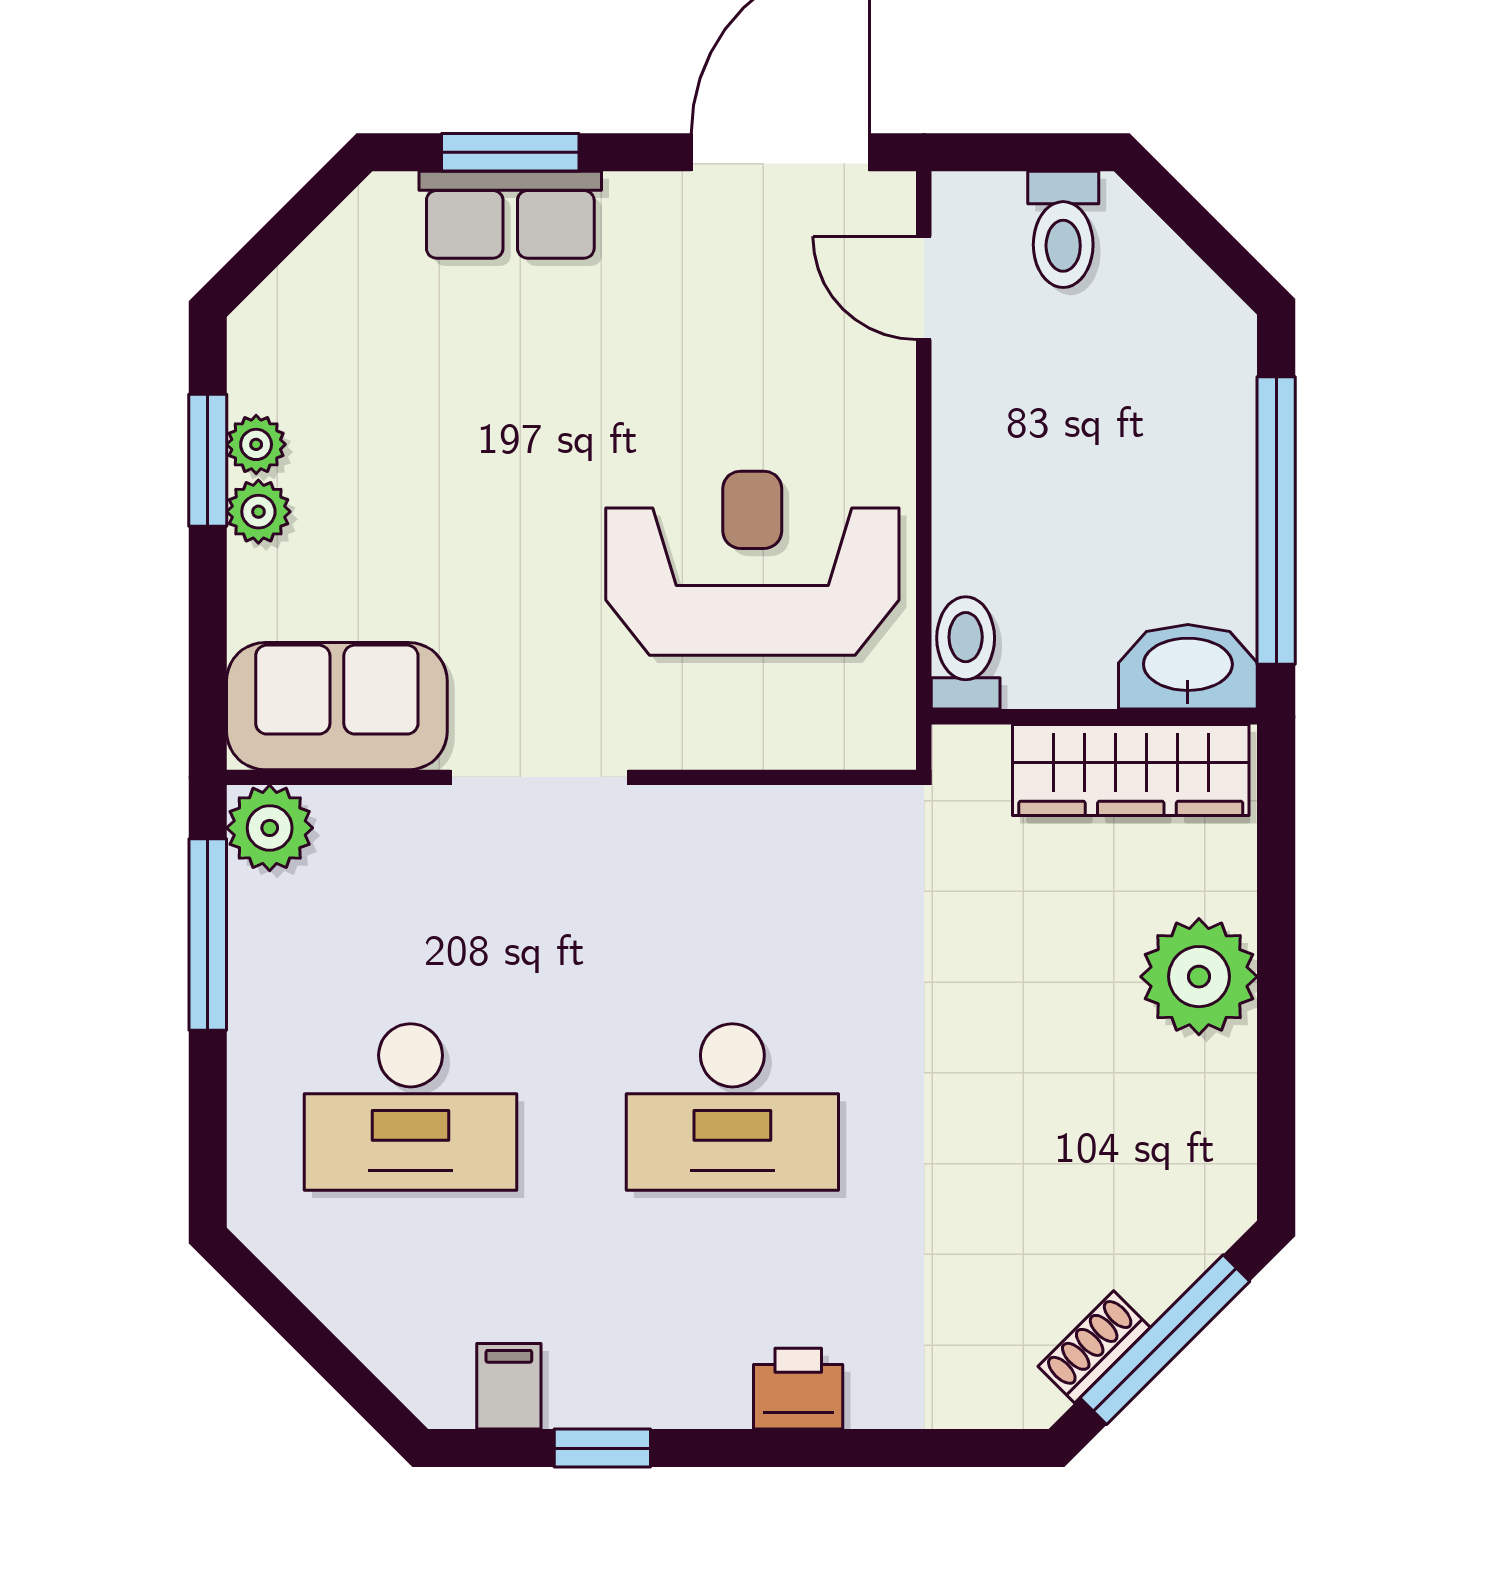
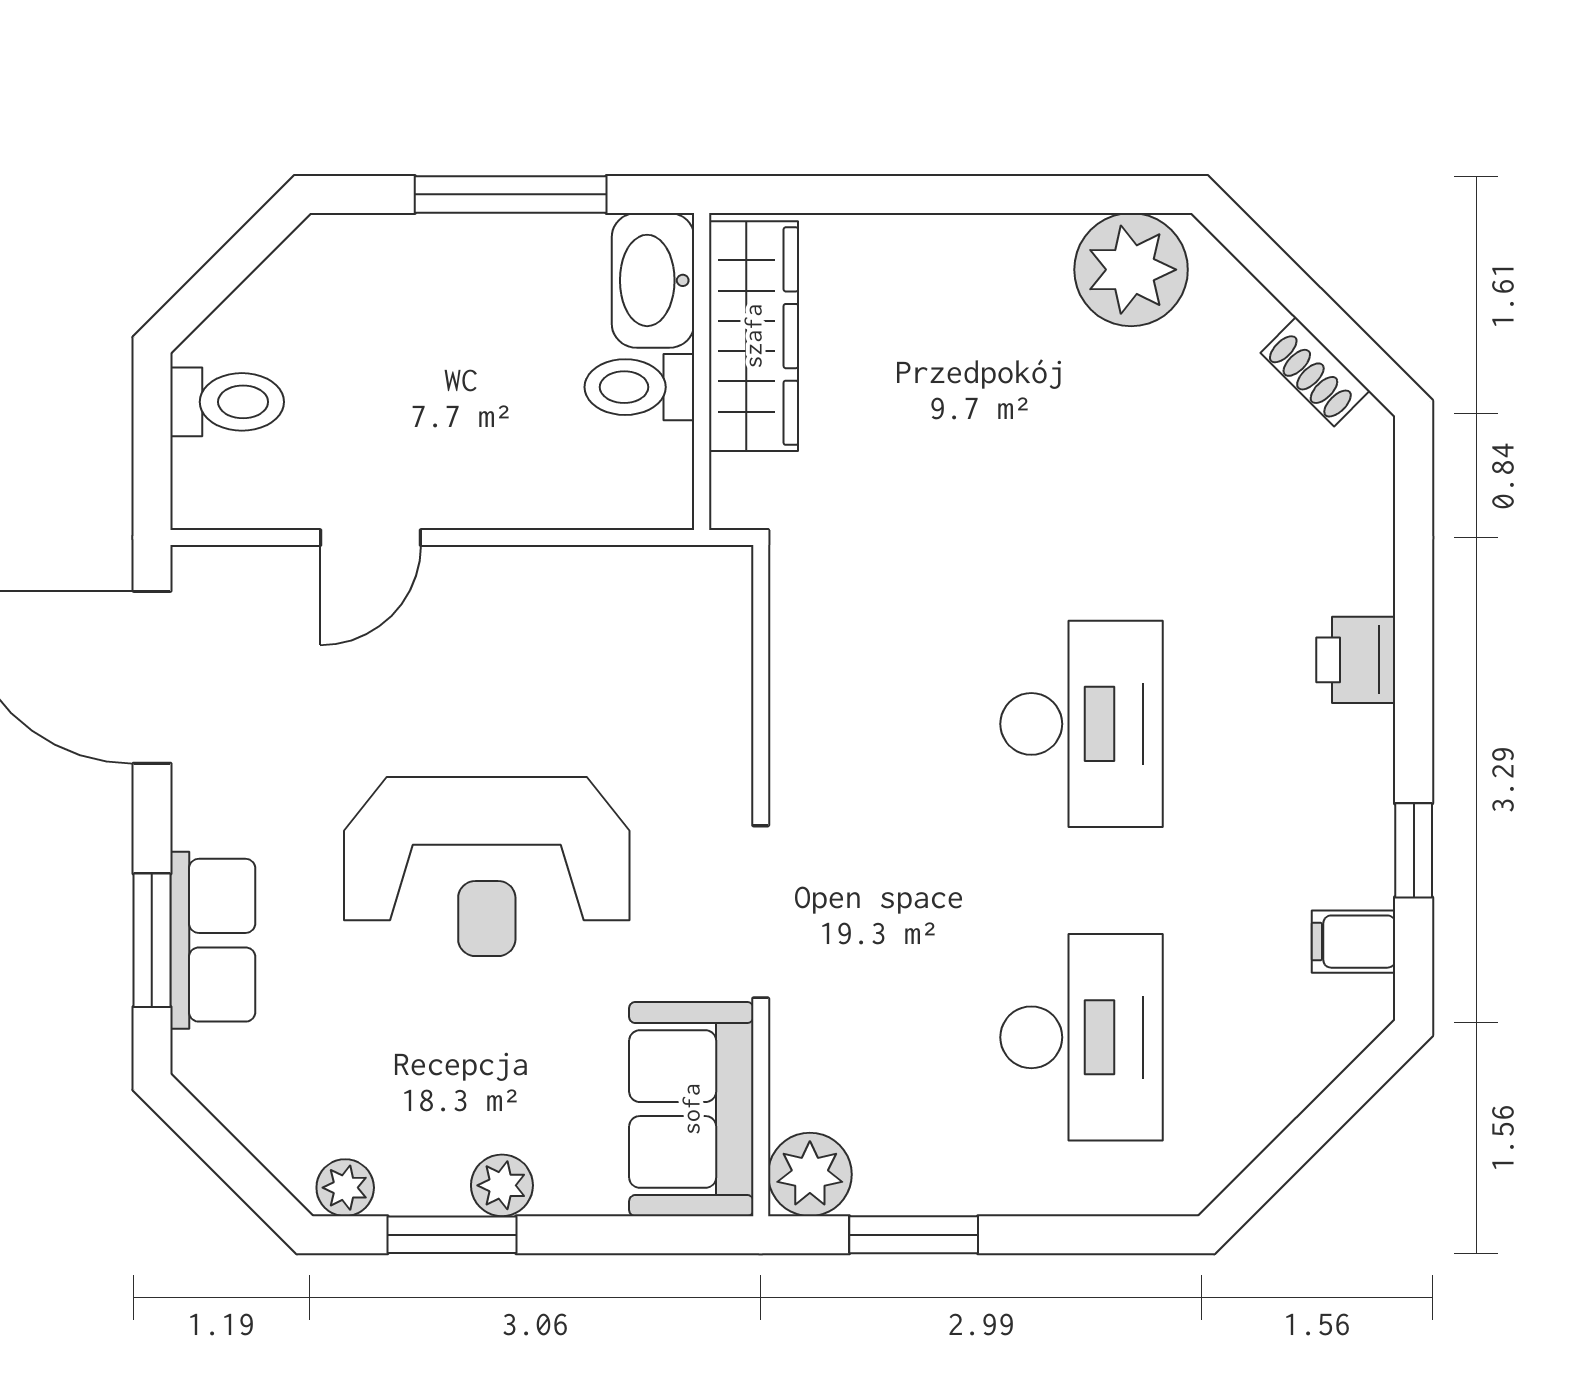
door: (924, 288) -> (370, 538), moved
plant: (256, 444) -> (345, 1188), moved
window: (1276, 521) -> (511, 194), width x0.68
reception desk: (752, 563) -> (487, 867), moved, turned -90
toilet: (966, 653) -> (639, 387), moved
window: (208, 935) -> (914, 1235), width x0.69
plant: (1199, 977) -> (1131, 270), moved
window: (1165, 1340) -> (1308, 303), removed

